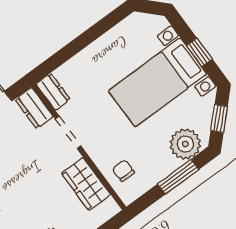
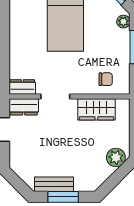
plant: (185, 144) -> (123, 22), width x0.53, depth x0.53
chair: (123, 171) -> (106, 79), turned 180

